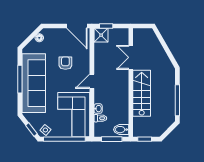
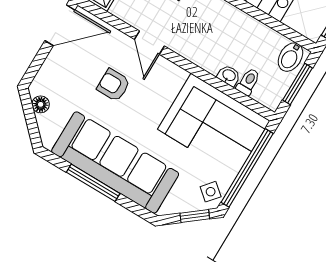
door: (92, 81) -> (149, 43), moved

